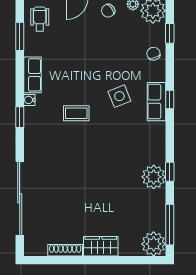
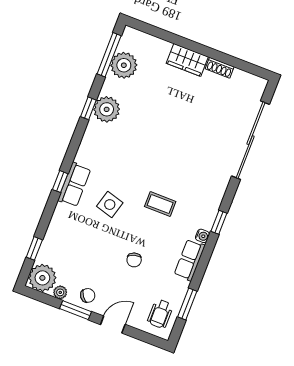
chair: (153, 54) -> (134, 260), moved
side table: (119, 96) -> (110, 205), turned 38
plant: (154, 244) -> (124, 65), moved
shoe rack: (65, 250) -> (220, 68), width x0.70

